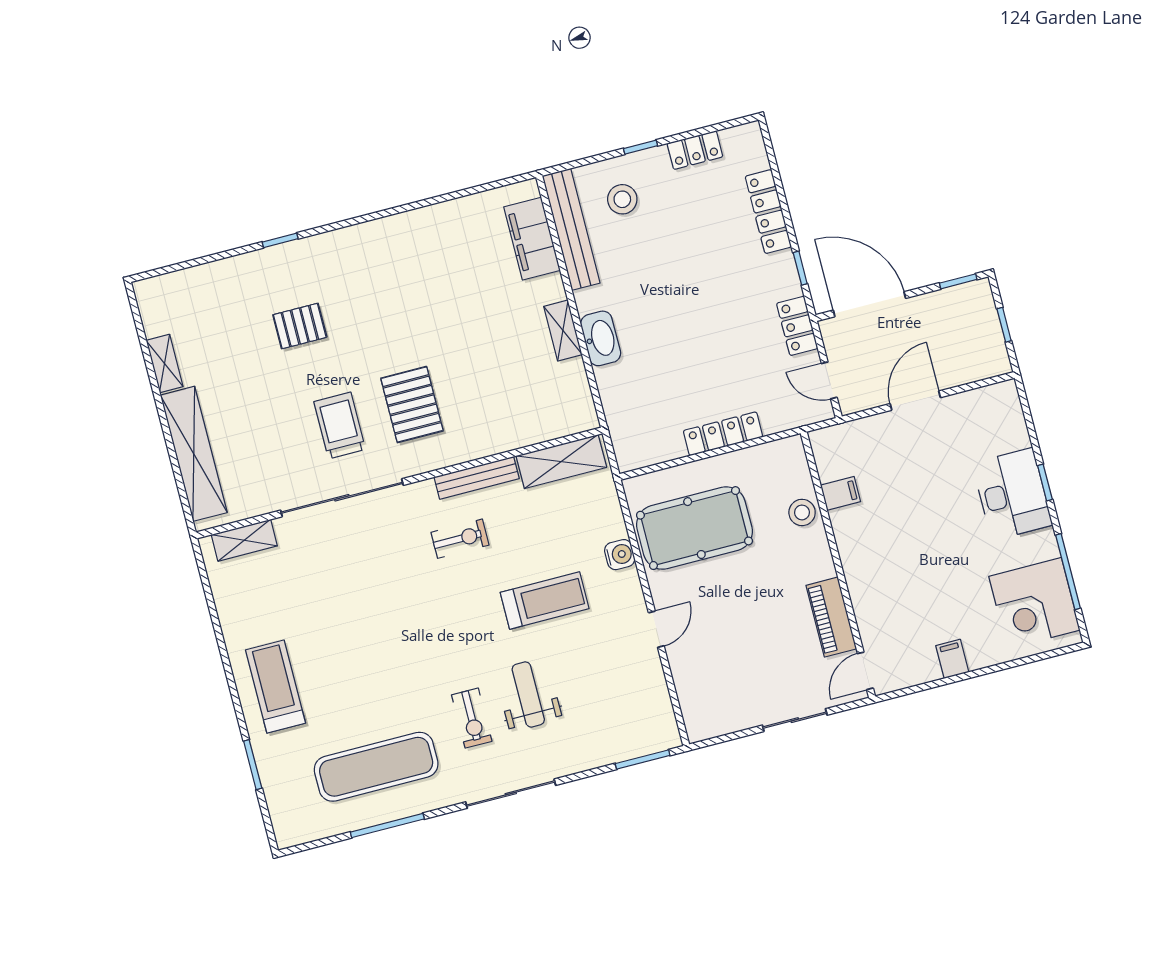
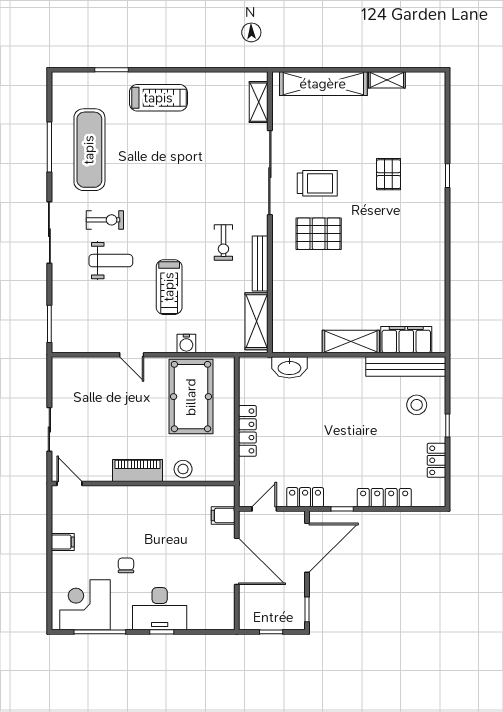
shelving: (563, 331) -> (351, 341), width x1.50, depth x1.33
washbasin: (601, 338) -> (289, 367), moved
door: (915, 401) -> (237, 561), width x1.36
filing cabinet: (840, 493) -> (223, 515), moved, turned 90
chair: (962, 559) -> (126, 565), added
piano: (831, 617) -> (137, 470), moved
exercise bike: (472, 718) -> (105, 220), turned 180

